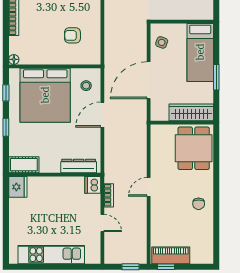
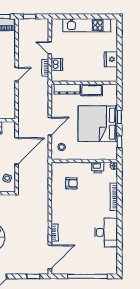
printer: (36, 57) -> (98, 168), added
bed: (45, 95) -> (98, 124), moved, turned -90
cot: (24, 165) -> (91, 90), moved
dishwasher: (93, 185) -> (57, 64), moved
fridge: (18, 187) -> (111, 59), moved

